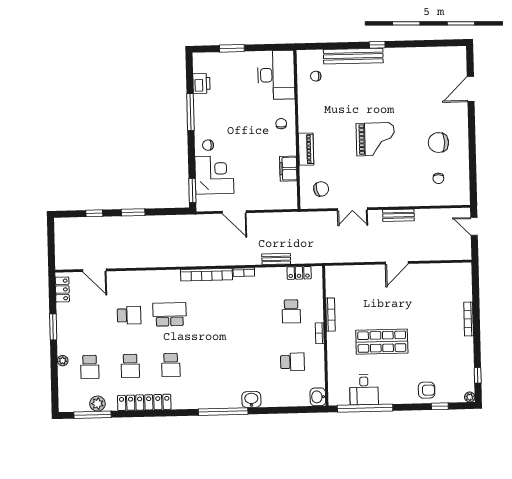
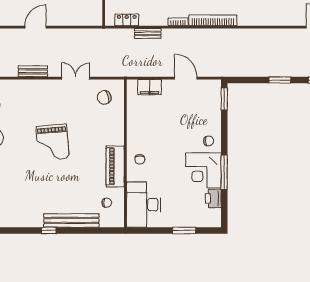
grand piano: (375, 139) -> (53, 143), turned -95
piano: (306, 149) -> (115, 166), moved, width x1.37, depth x1.33
filing cabinet: (288, 169) -> (150, 87), moved, turned 90
corner desk: (214, 175) -> (203, 170), moved

